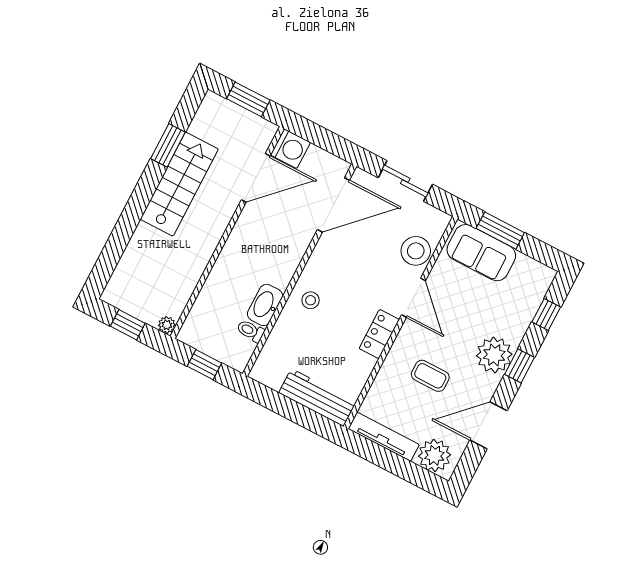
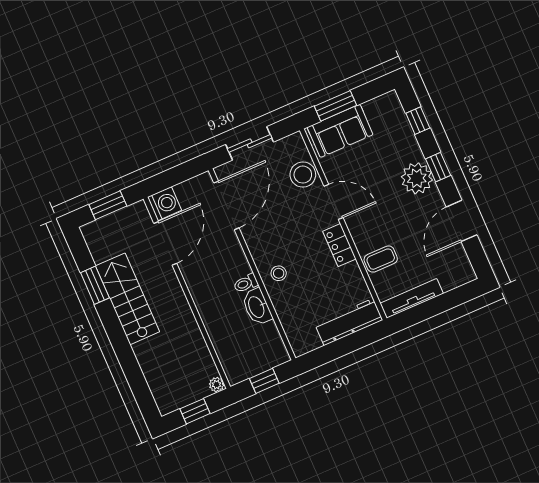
toilet: (251, 331) -> (246, 283), moved
coffee table: (430, 376) -> (381, 259), moved
plant: (434, 455) -> (452, 274), removed

